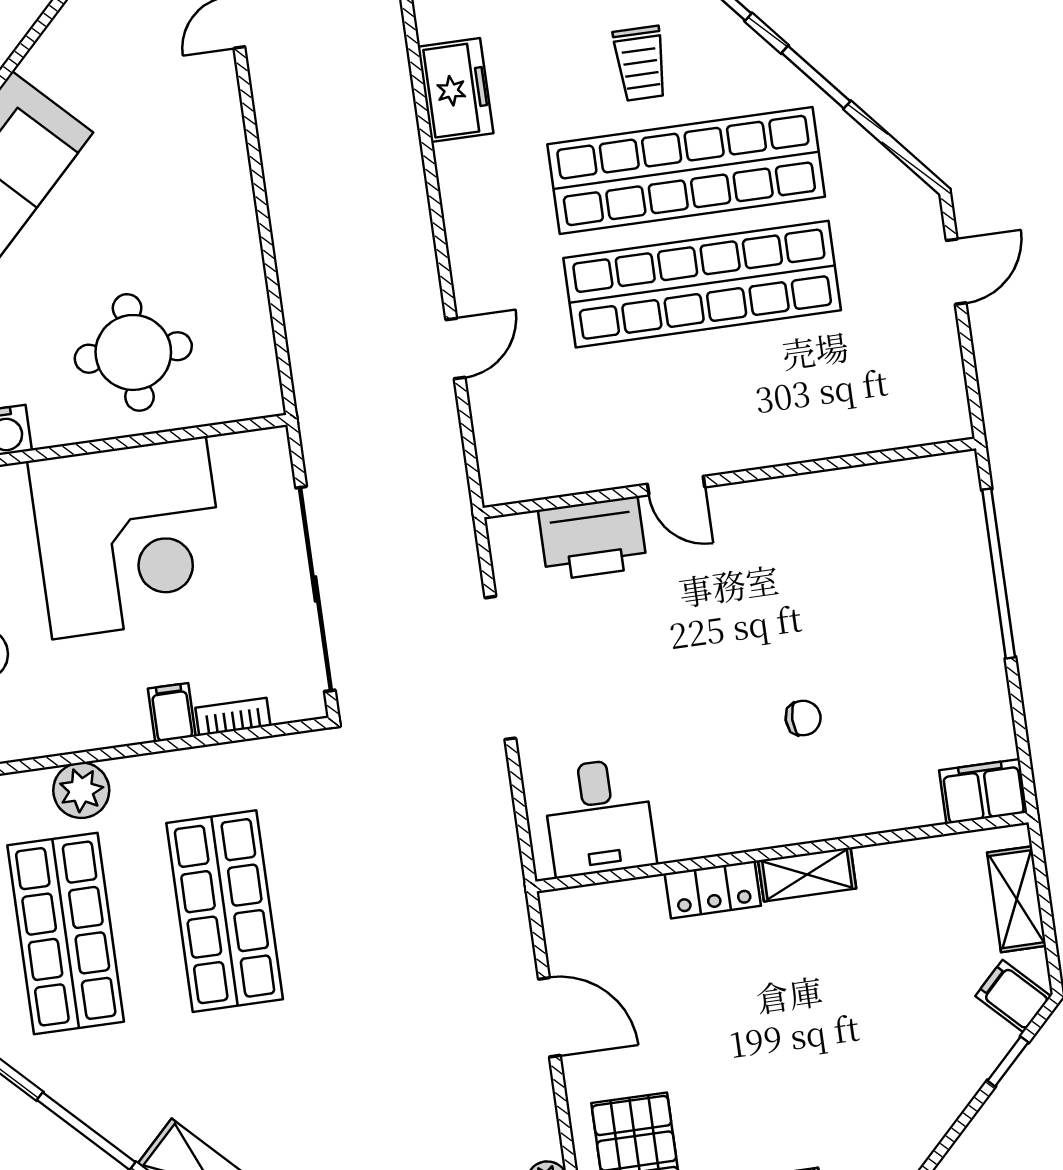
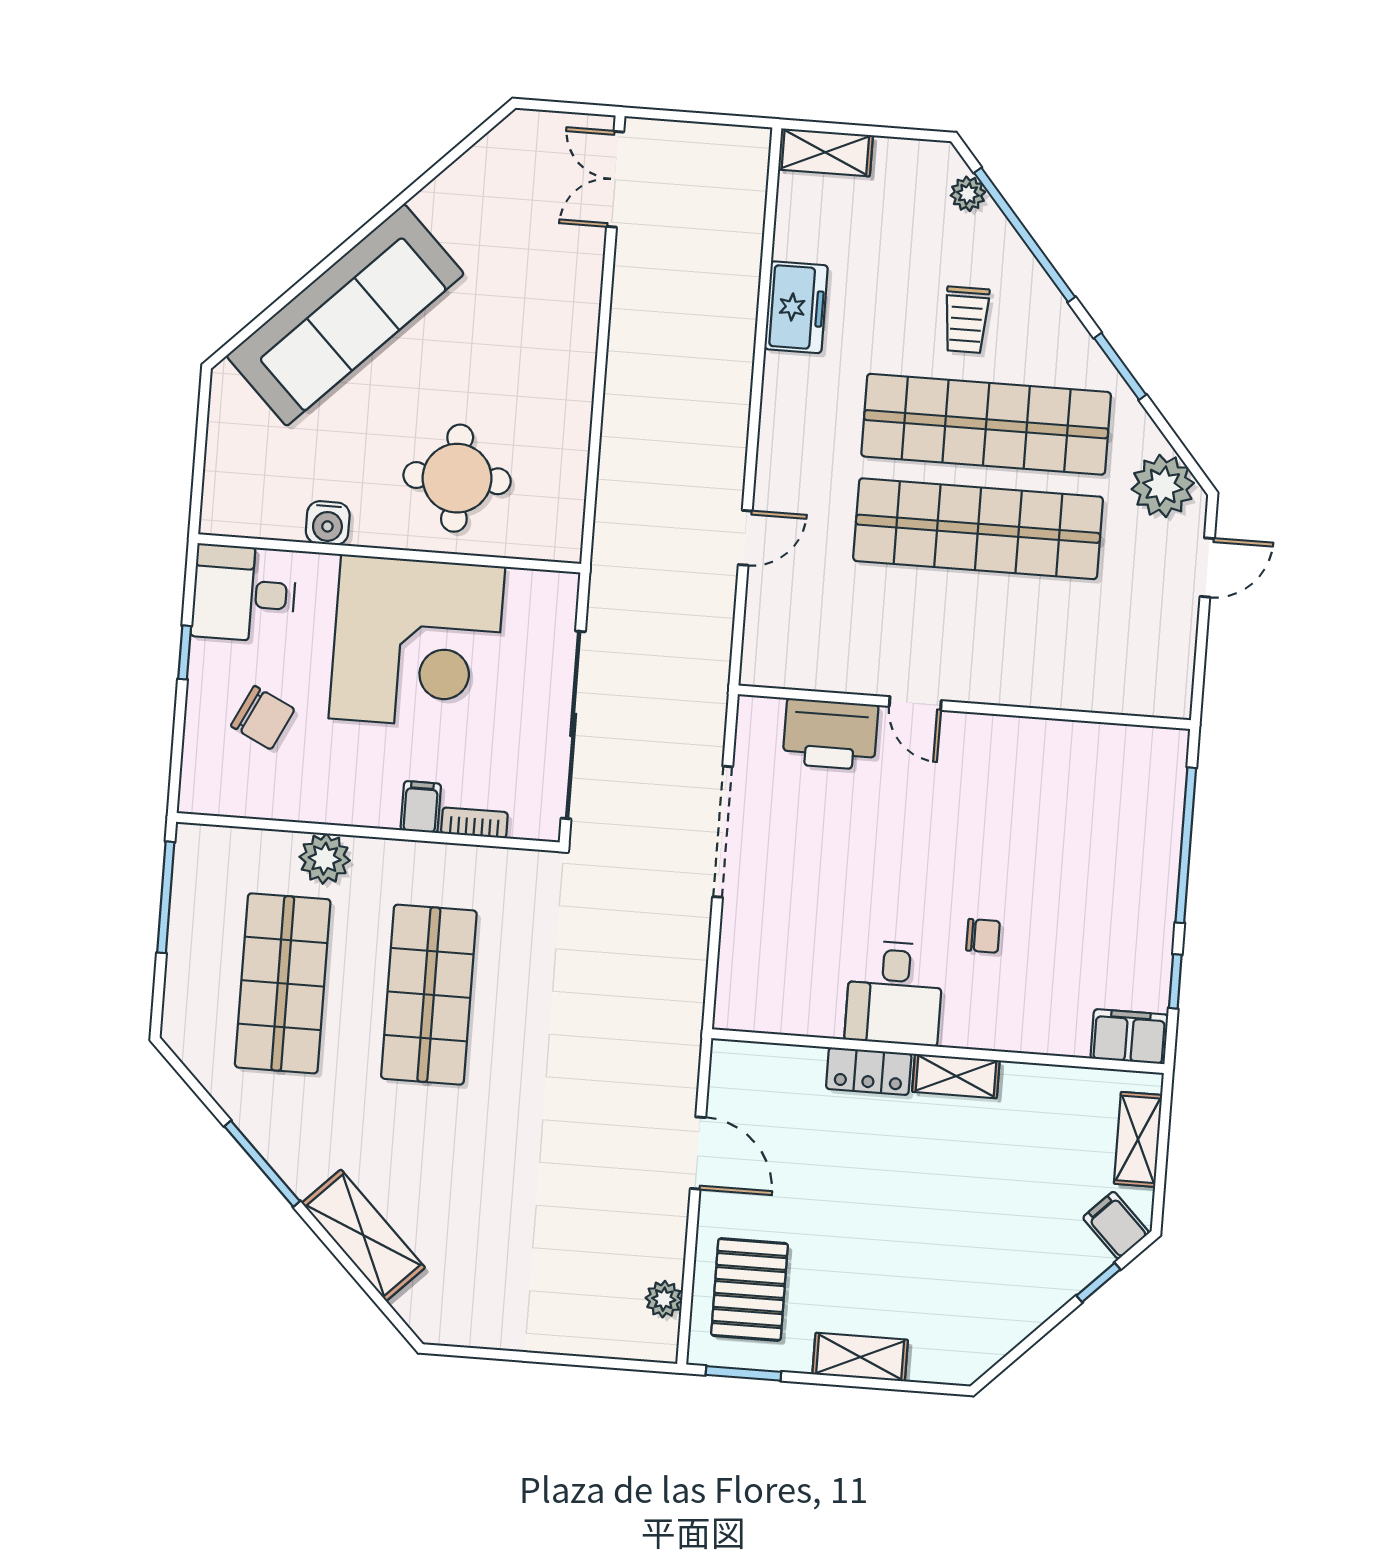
plant: (890, 195) -> (1163, 486), added
window: (1019, 722) -> (1175, 981), added
desk: (599, 817) -> (894, 993), moved

